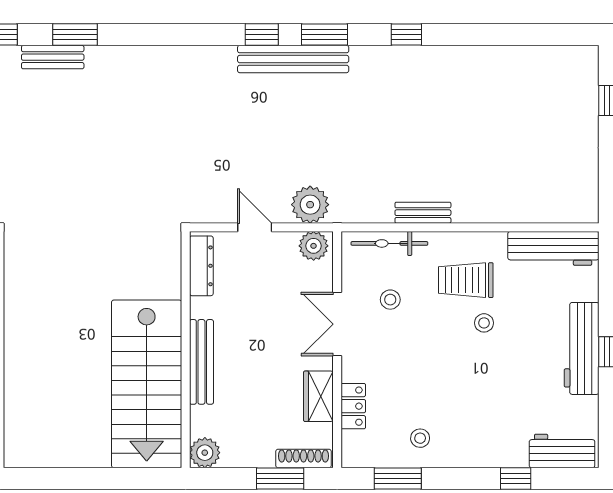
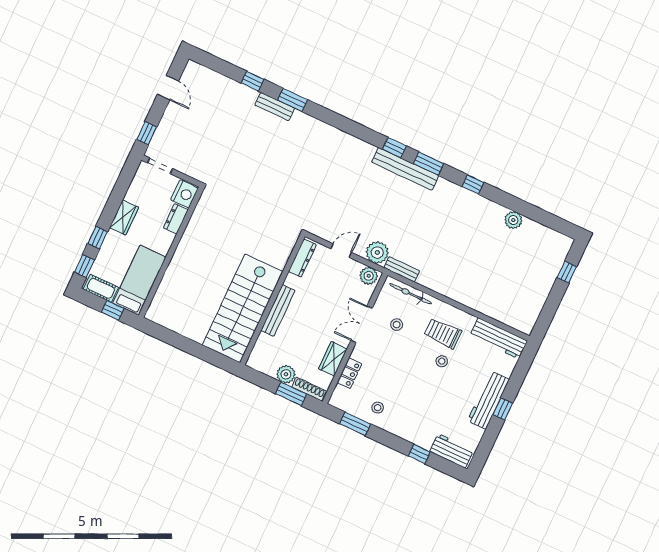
plant: (492, 60) -> (513, 220), added
bench: (423, 213) -> (402, 269), moved
door: (255, 227) -> (341, 251), hinge flipped
plant: (205, 453) -> (286, 374), moved

